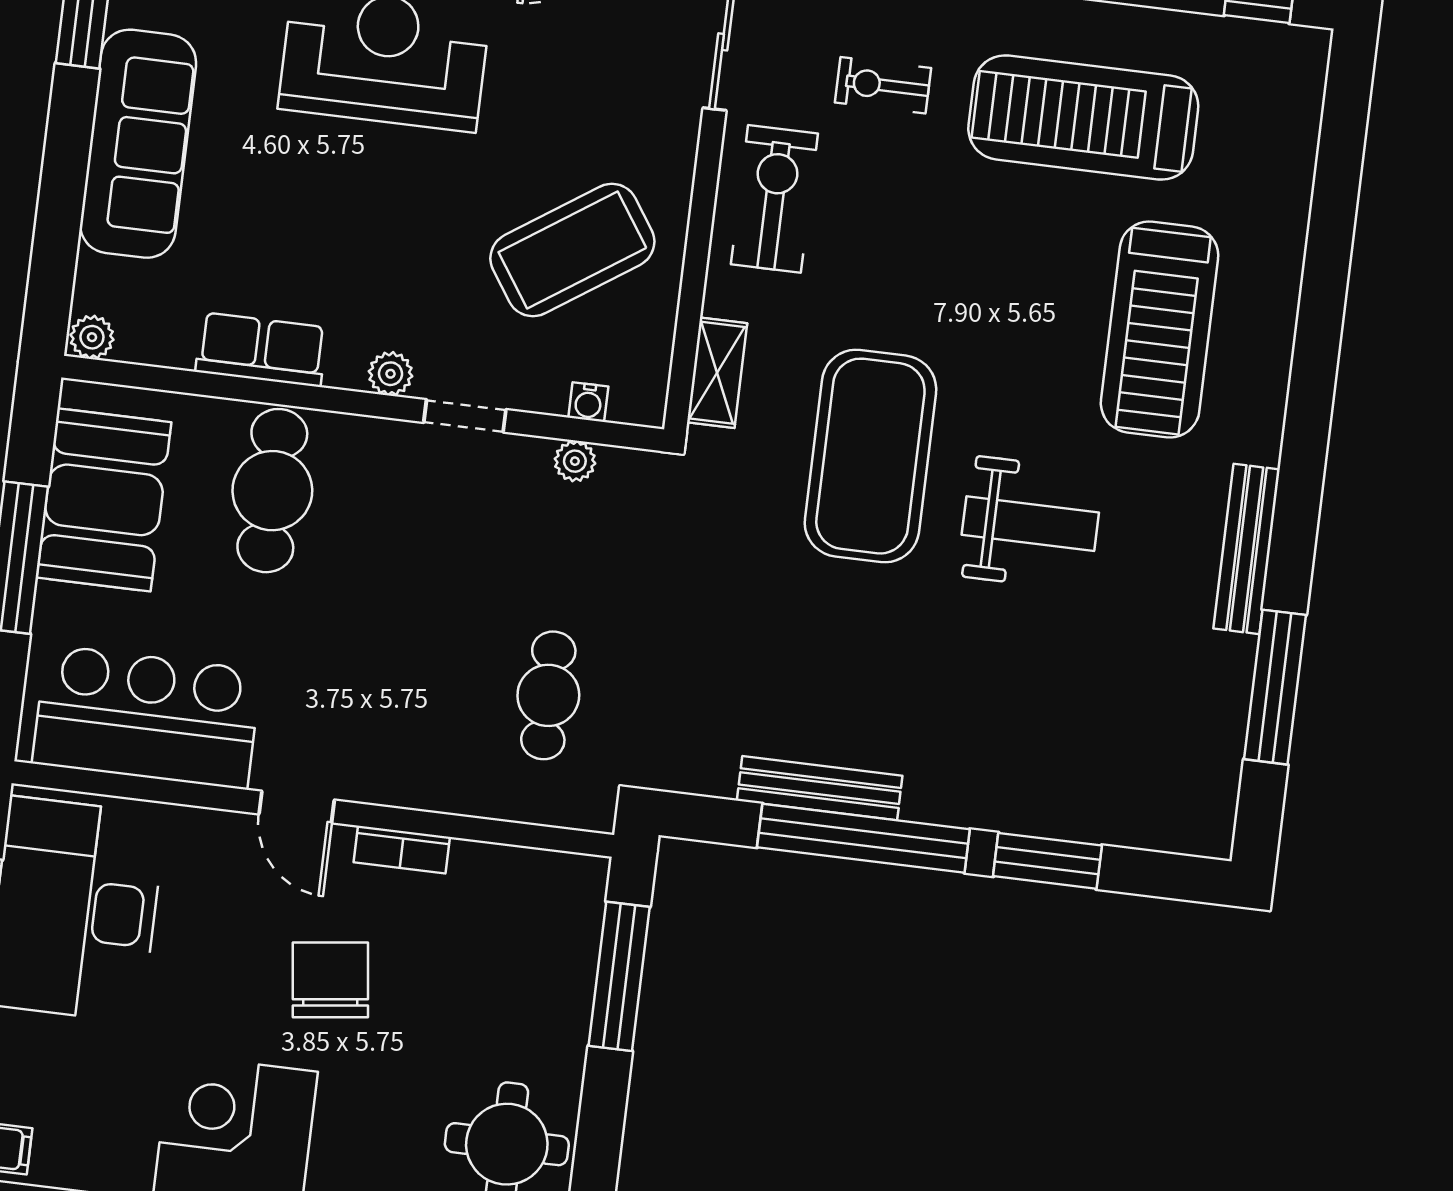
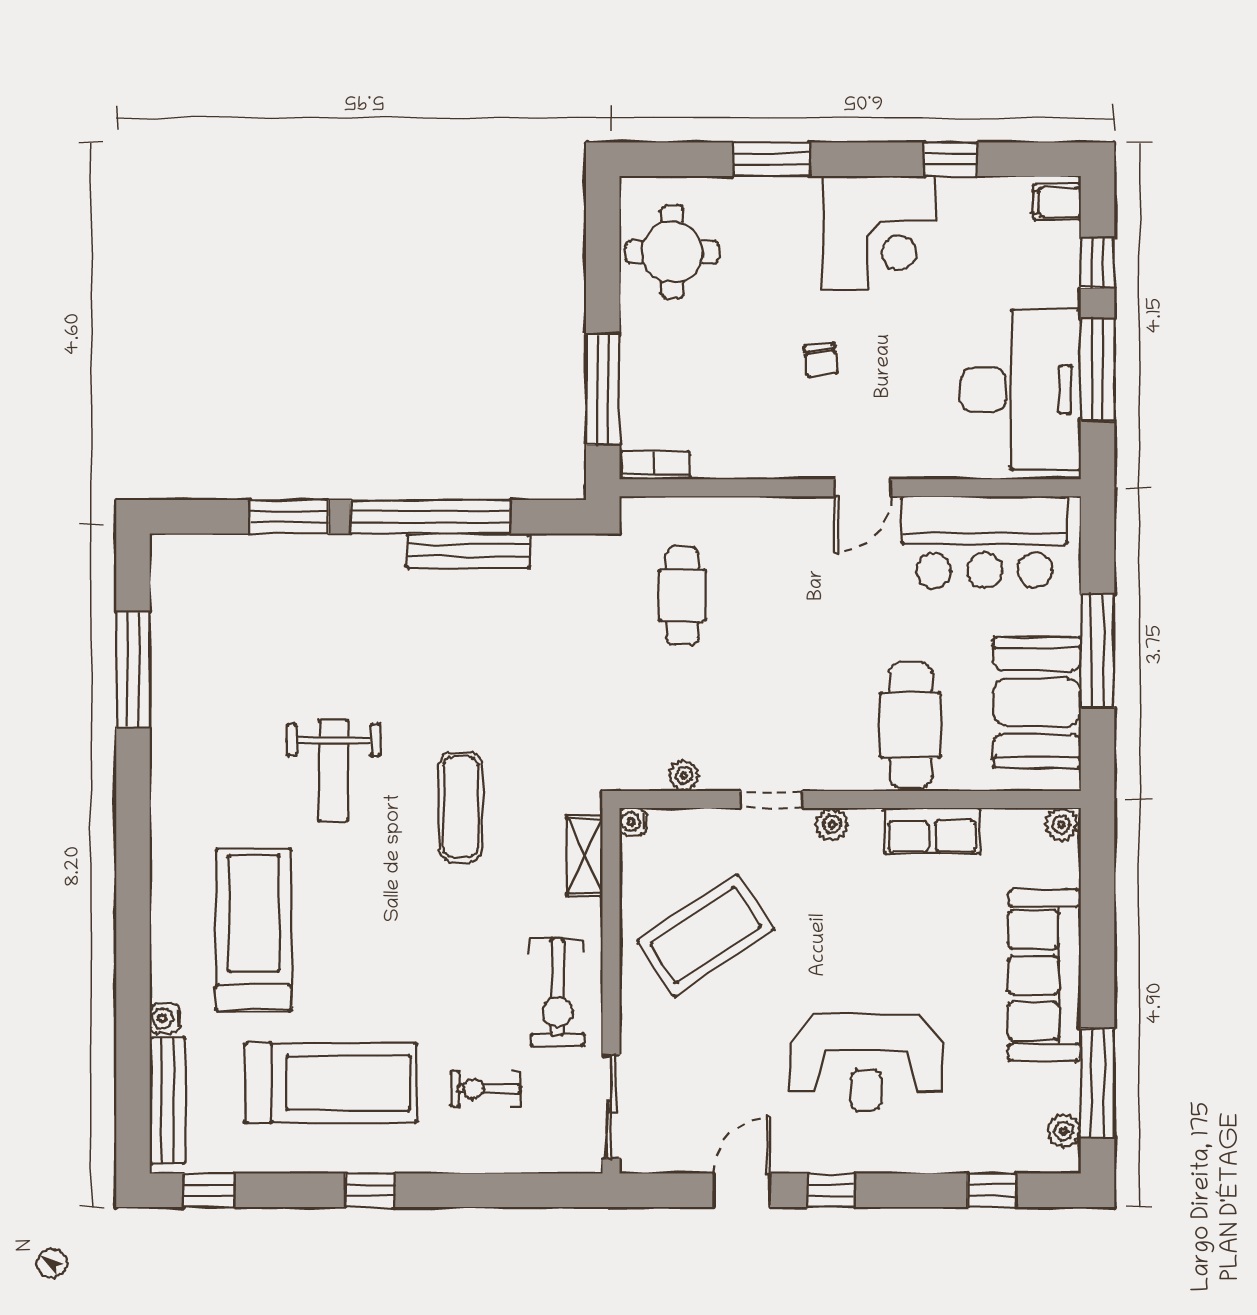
exercise bike: (883, 85) -> (486, 1089), turned 180
water cooler: (1289, 228) -> (165, 1018), added
water cooler: (588, 402) -> (633, 822), moved, turned -90
exercise mat: (870, 456) -> (461, 807), width x0.50, depth x0.69
weight bench: (1030, 524) -> (333, 770), turned -90
bench: (1247, 549) -> (167, 1100), moved
door: (297, 807) -> (863, 488), swing flipped
bookcase: (402, 850) -> (655, 465), moved
chair: (330, 980) -> (821, 360), width x0.54, depth x0.54

